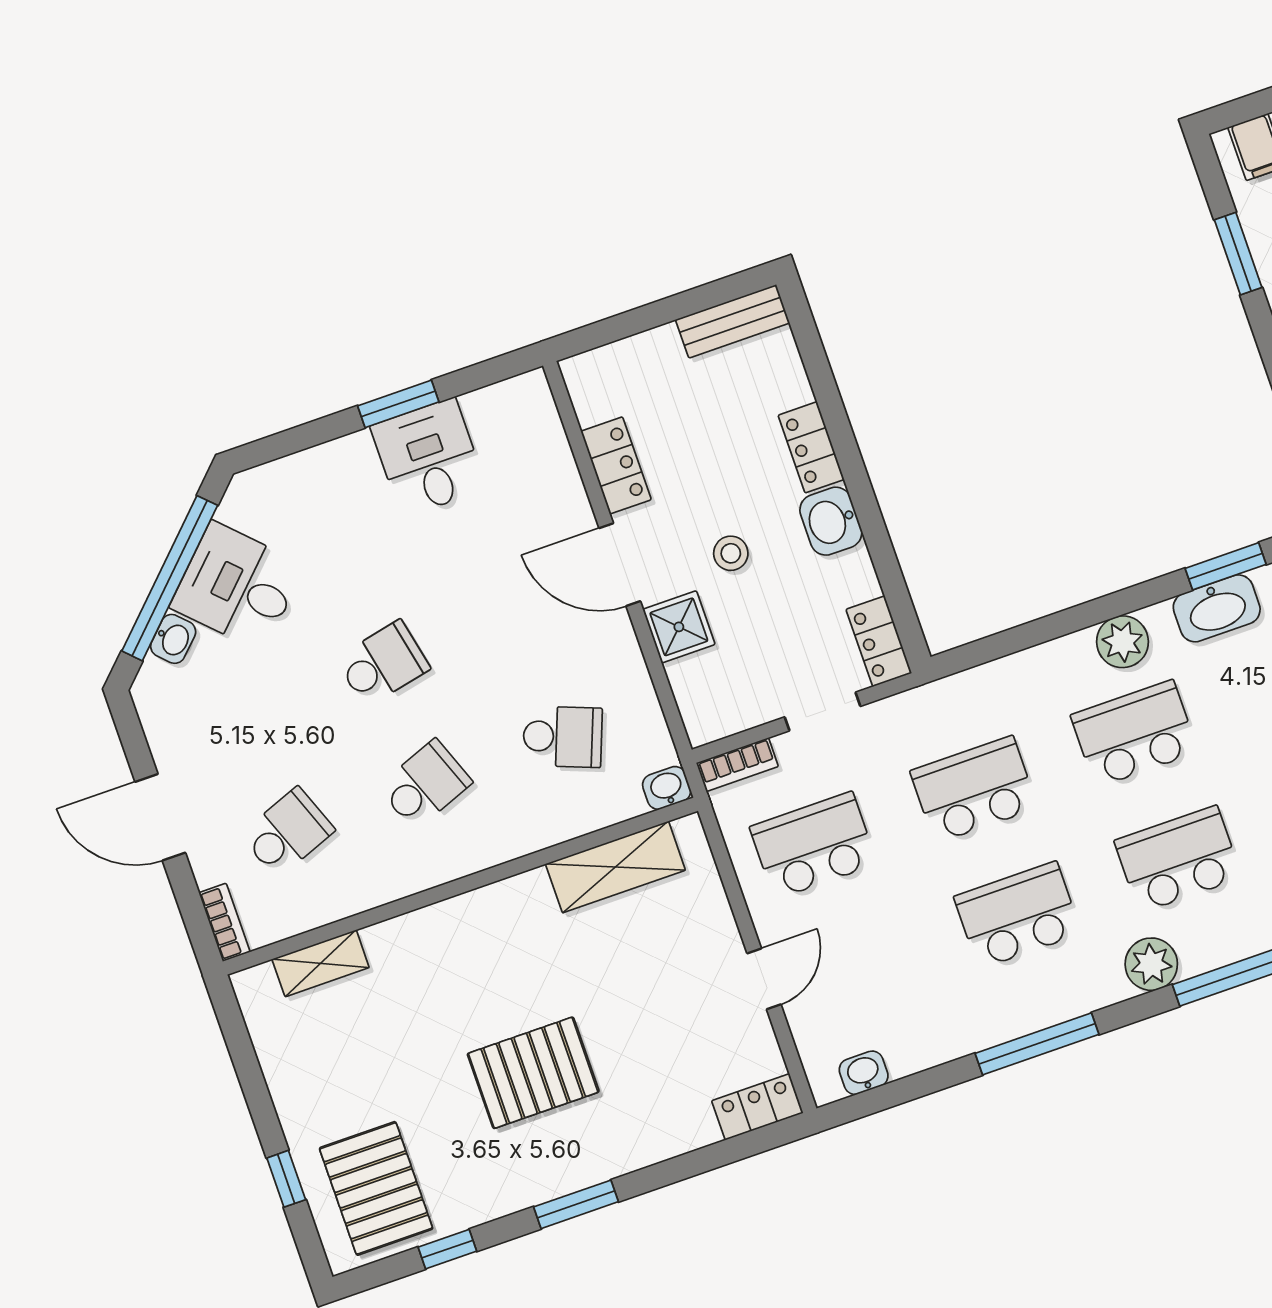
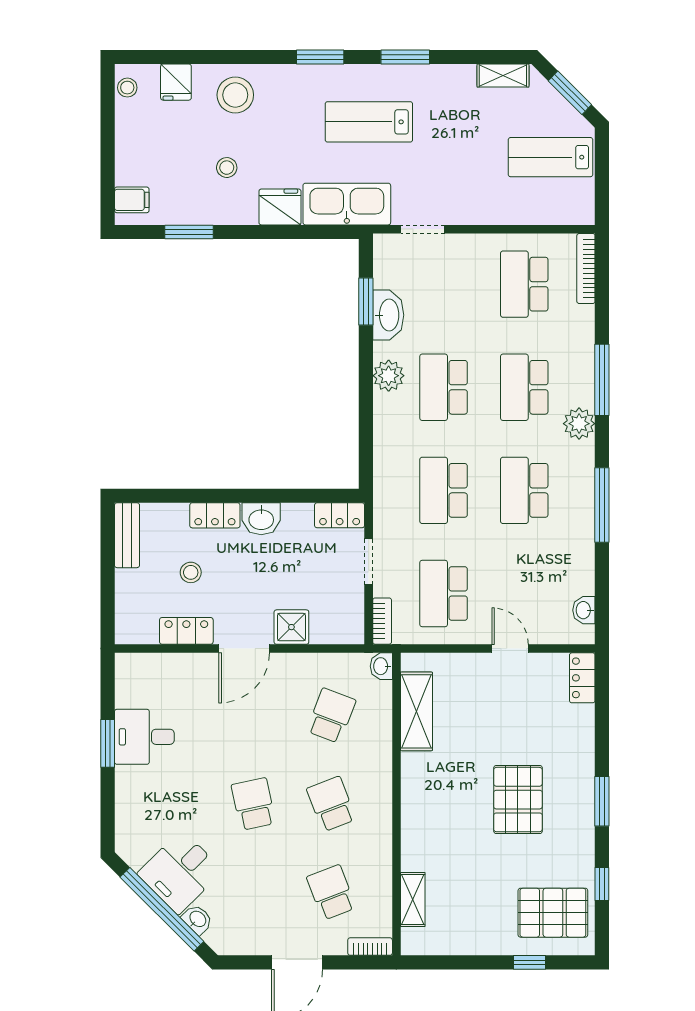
stool: (731, 553) -> (191, 572), moved

